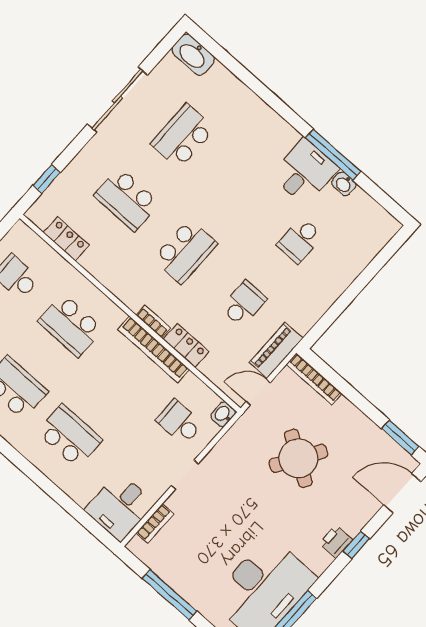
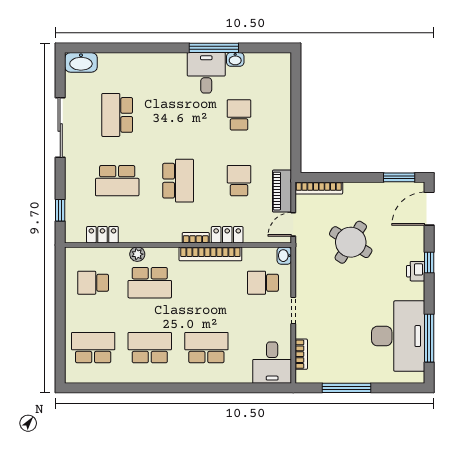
school desk: (300, 240) -> (239, 115), turned 180
plant: (83, 287) -> (137, 254), added

